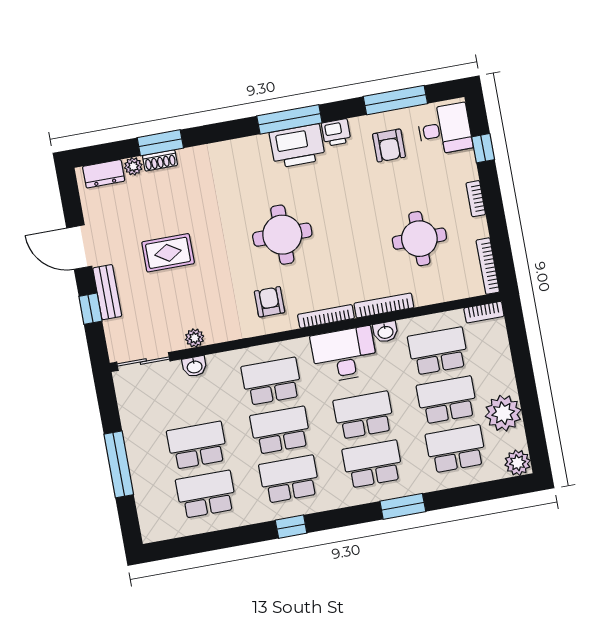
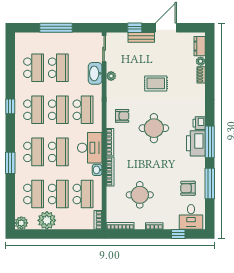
window: (395, 100) -> (210, 184), moved
printer: (336, 133) -> (199, 123), moved
window: (160, 143) -> (210, 77), removed
rug: (168, 253) -> (156, 83), moved, turned 90
washbasin: (194, 366) -> (95, 73), width x1.91, depth x1.45

